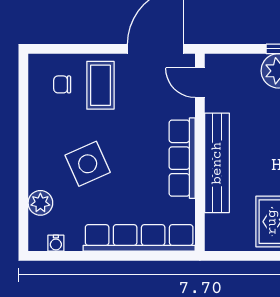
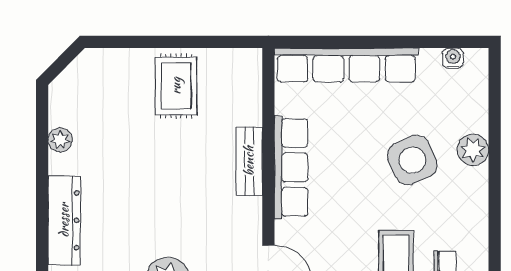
bench: (217, 163) -> (249, 161), width x0.54, depth x0.82
plant: (40, 203) -> (473, 150), moved

